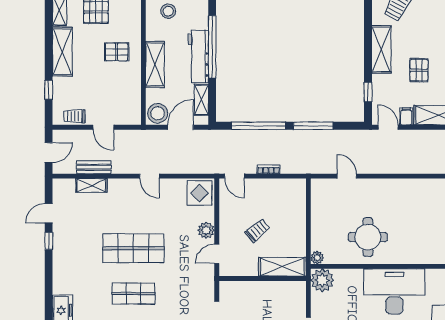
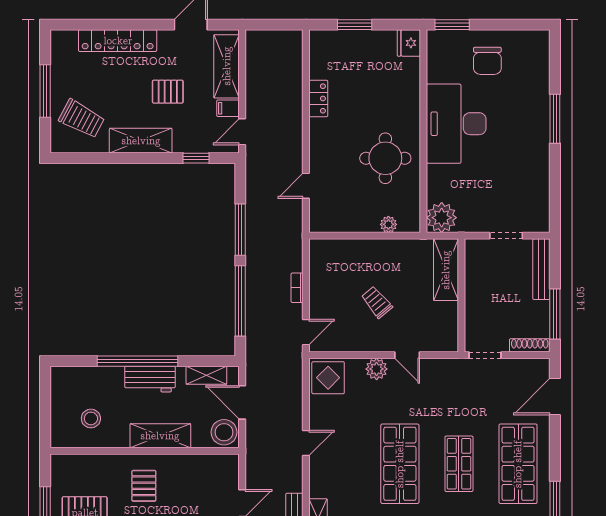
workbench: (198, 57) -> (150, 379), width x0.73
locker: (414, 186) -> (318, 98), added
plant: (317, 258) -> (388, 224), moved
shelving: (282, 267) -> (446, 270), moved
wall: (263, 279) -> (461, 295), moved

